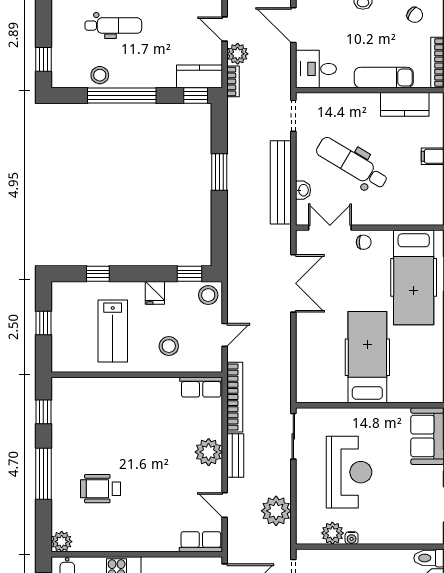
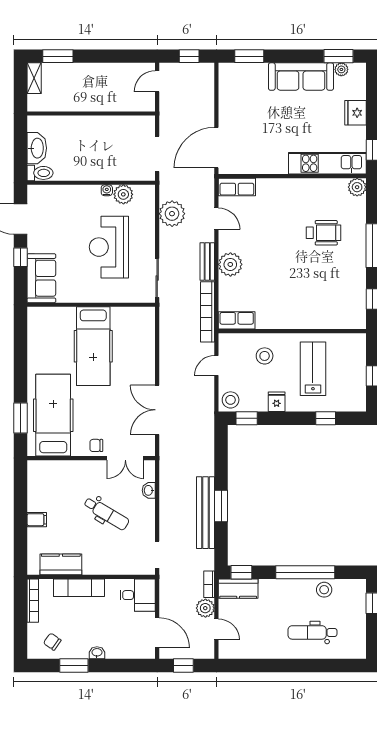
dental chair: (352, 163) -> (106, 513), width x0.73, depth x0.72
bench: (281, 182) -> (205, 513), moved

